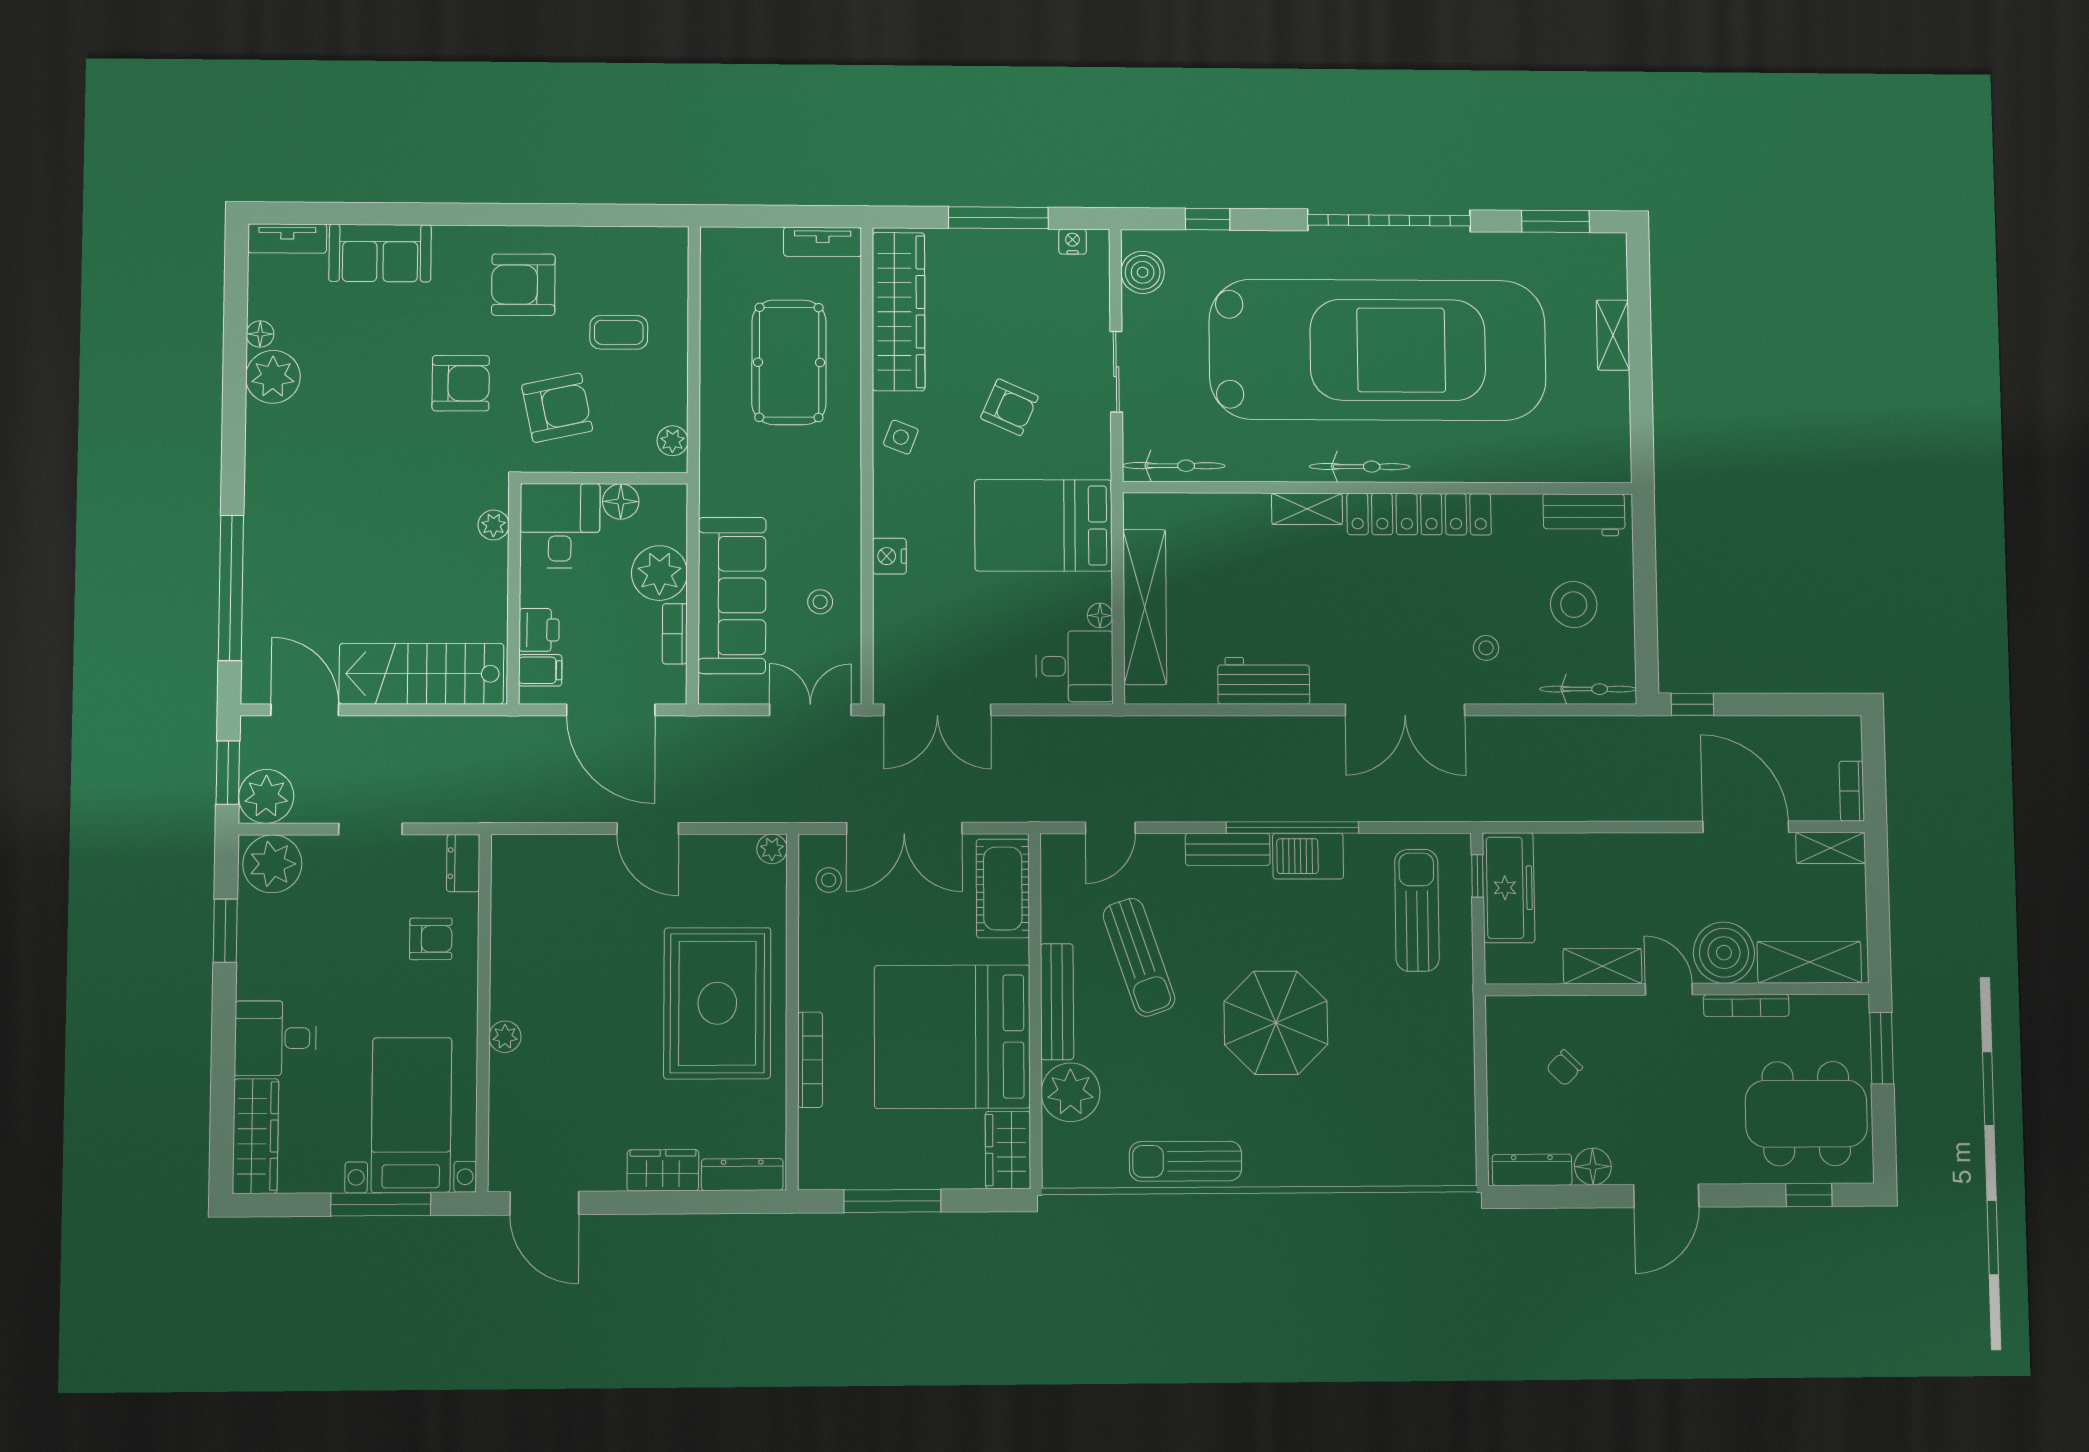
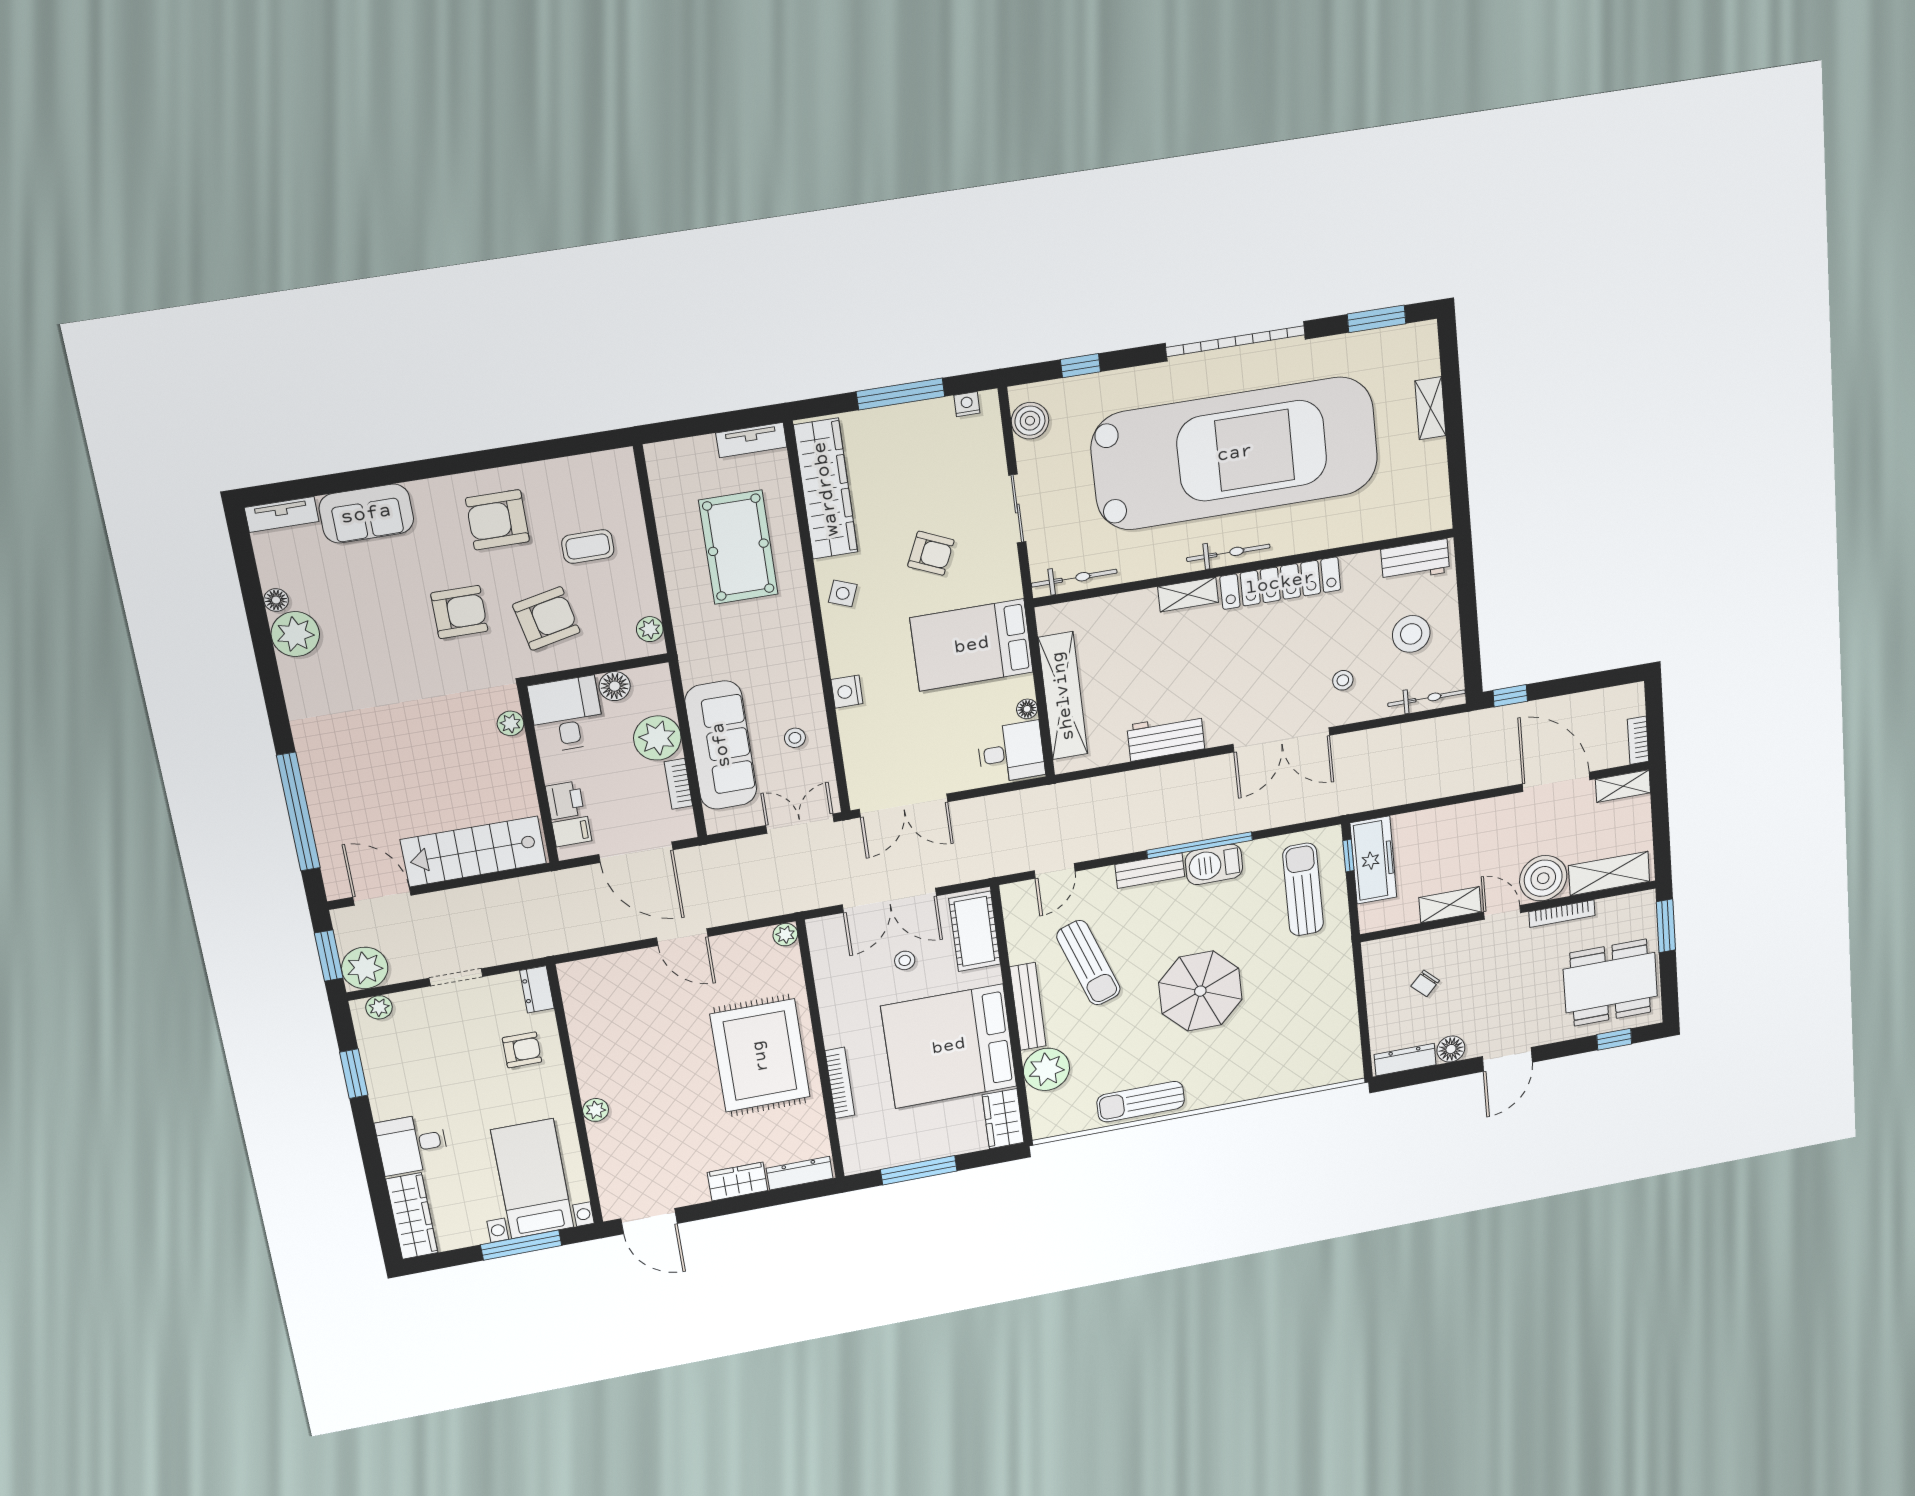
plant: (272, 864) -> (379, 1007), width x0.53, depth x0.53
stool: (829, 880) -> (905, 960), moved

